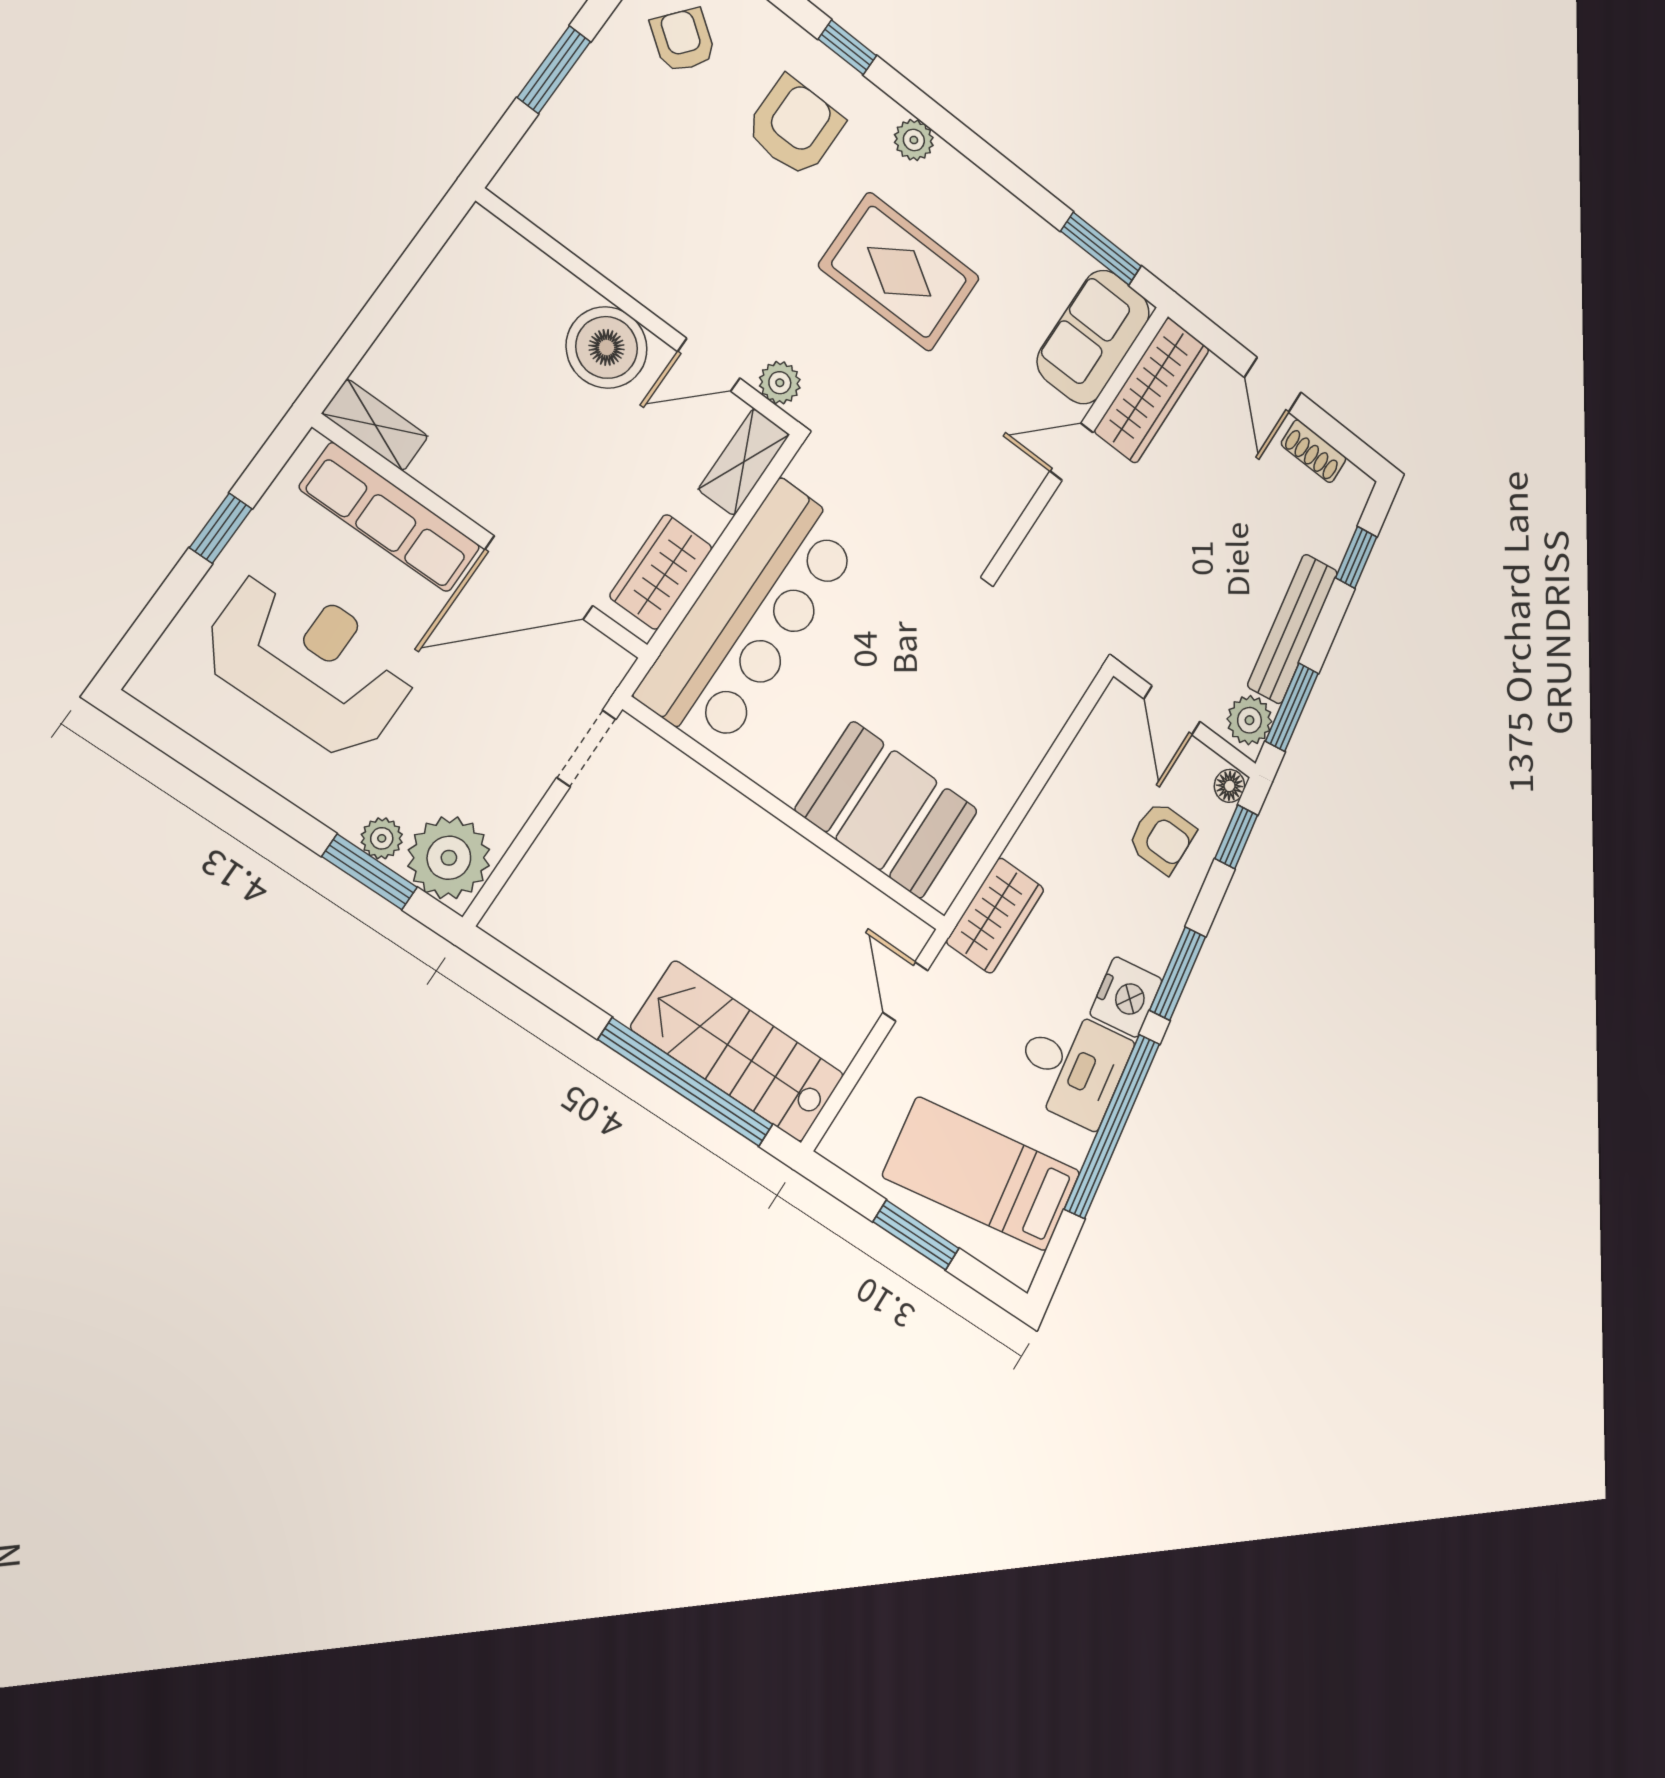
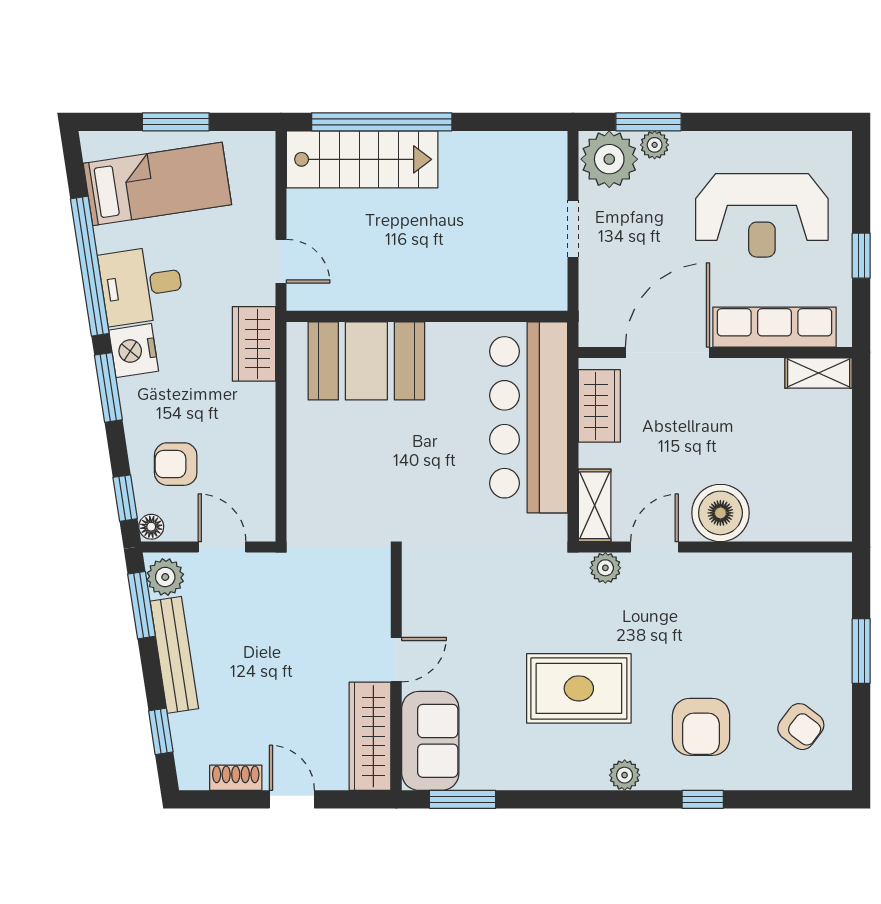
doorway: (586, 748) -> (573, 229), moved

